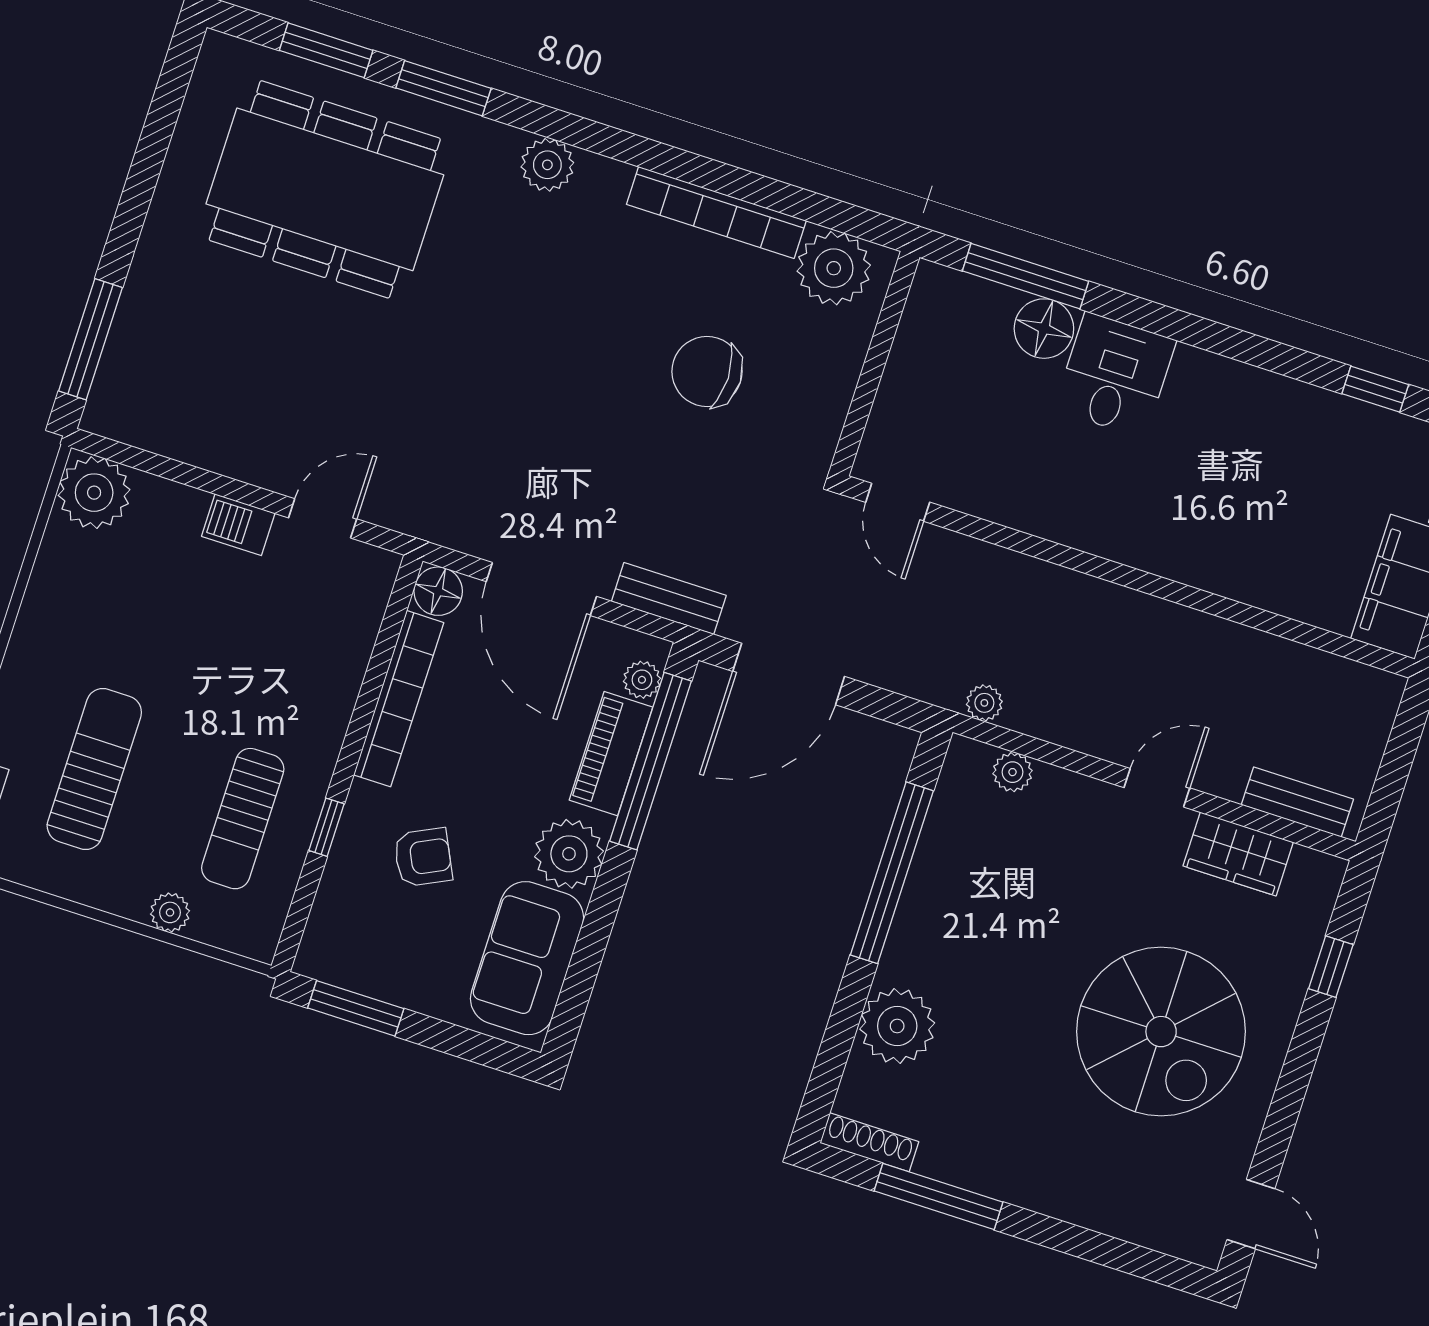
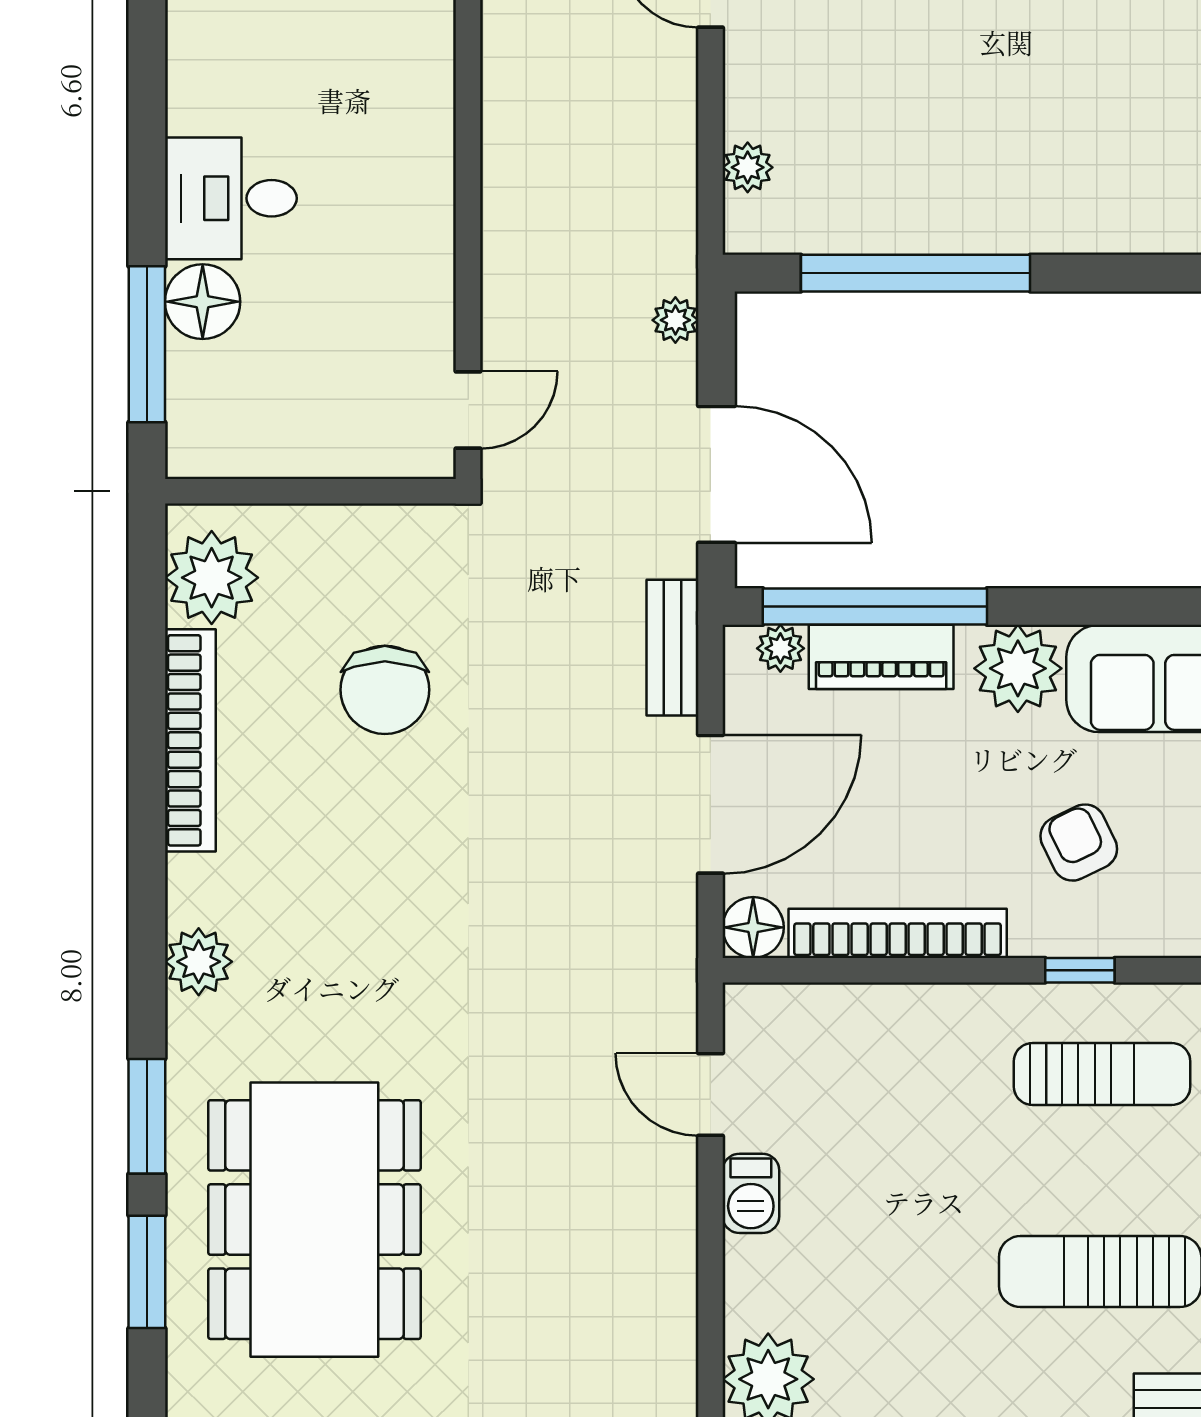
plant: (984, 703) -> (675, 320), moved
plant: (897, 1026) -> (1097, 207), removed

